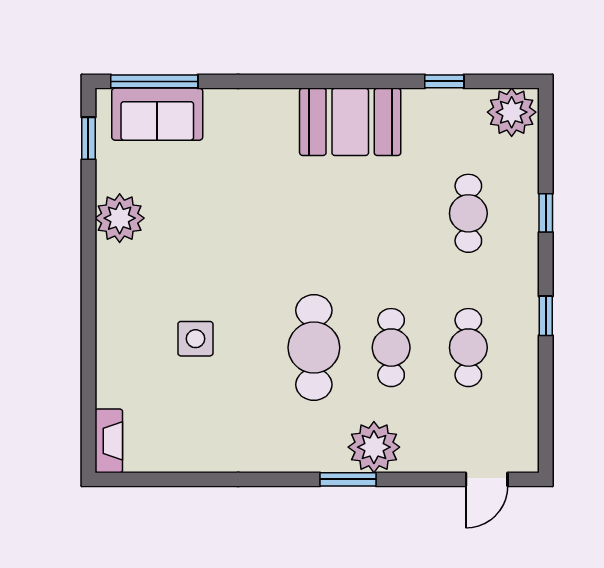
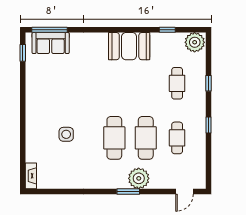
plant: (120, 218) -> (35, 85), removed
cafe table: (391, 348) -> (146, 138), width x1.37, depth x1.35

